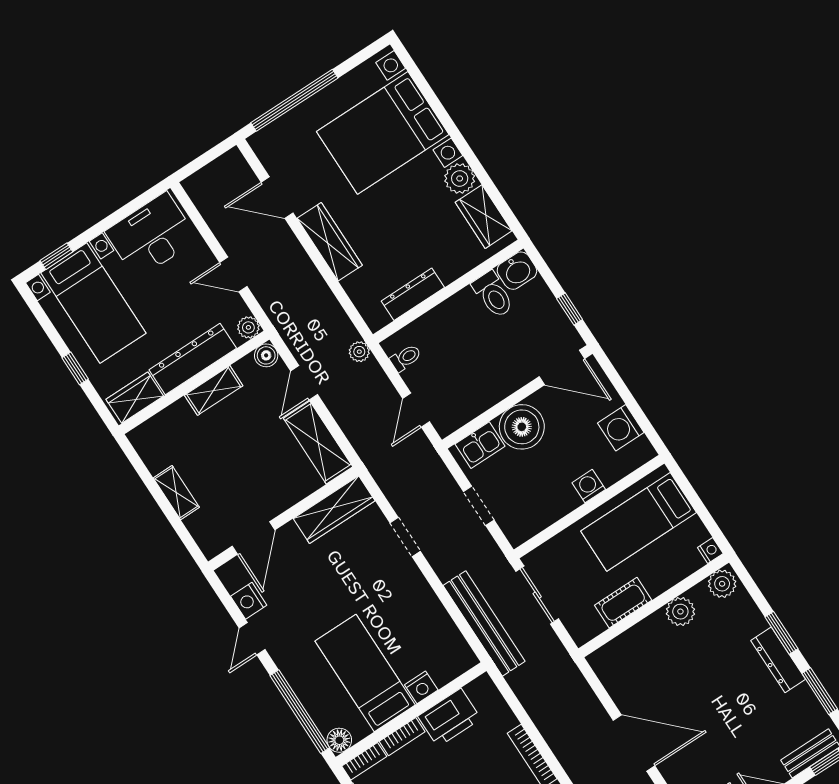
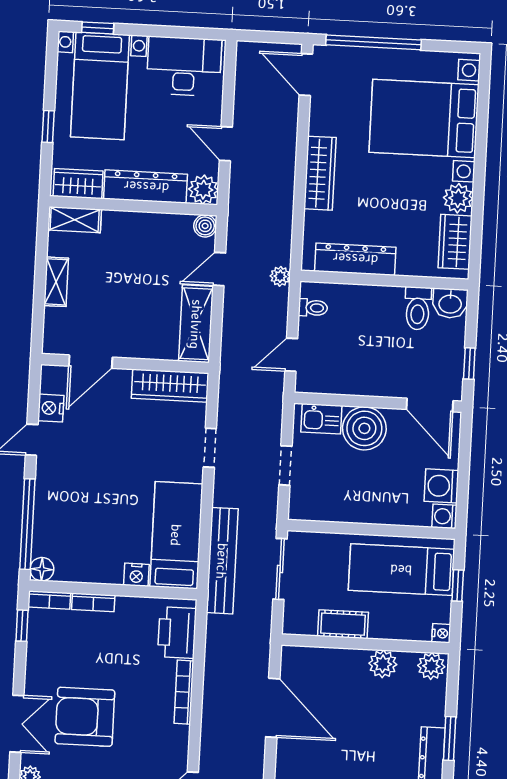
door: (277, 198) -> (306, 75), moved
dresser: (413, 294) -> (355, 259), width x1.37, depth x1.24
plant: (248, 327) -> (203, 190), width x1.38, depth x1.38
shelving: (214, 390) -> (75, 220), moved
washing machine: (589, 486) -> (444, 516), moved, turned -90
window: (695, 501) -> (458, 585), added
bed: (365, 673) -> (176, 535), moved
printer: (449, 718) -> (177, 633), moved, turned 90
door: (634, 743) -> (273, 708), moved

